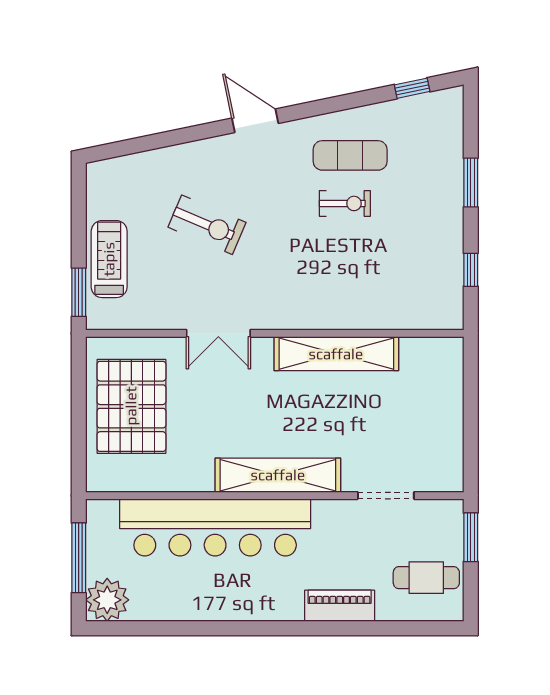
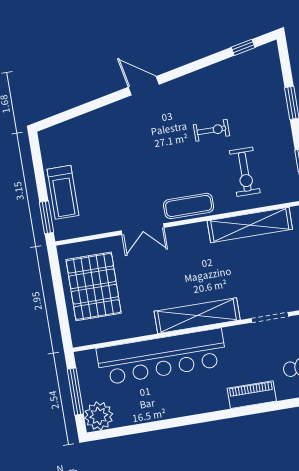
exercise mat: (350, 155) -> (189, 206), moved
exercise bike: (207, 225) -> (245, 172), moved, turned 67
treadmill: (109, 259) -> (63, 192), turned 180
shelving: (336, 354) -> (250, 225), moved

